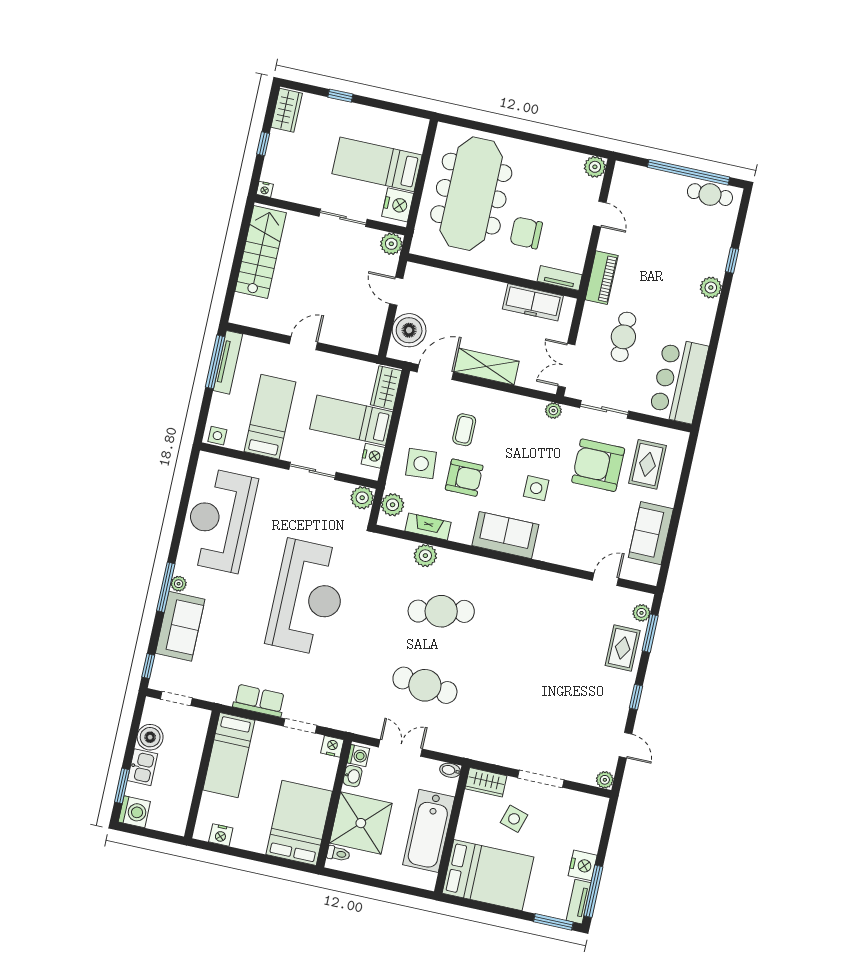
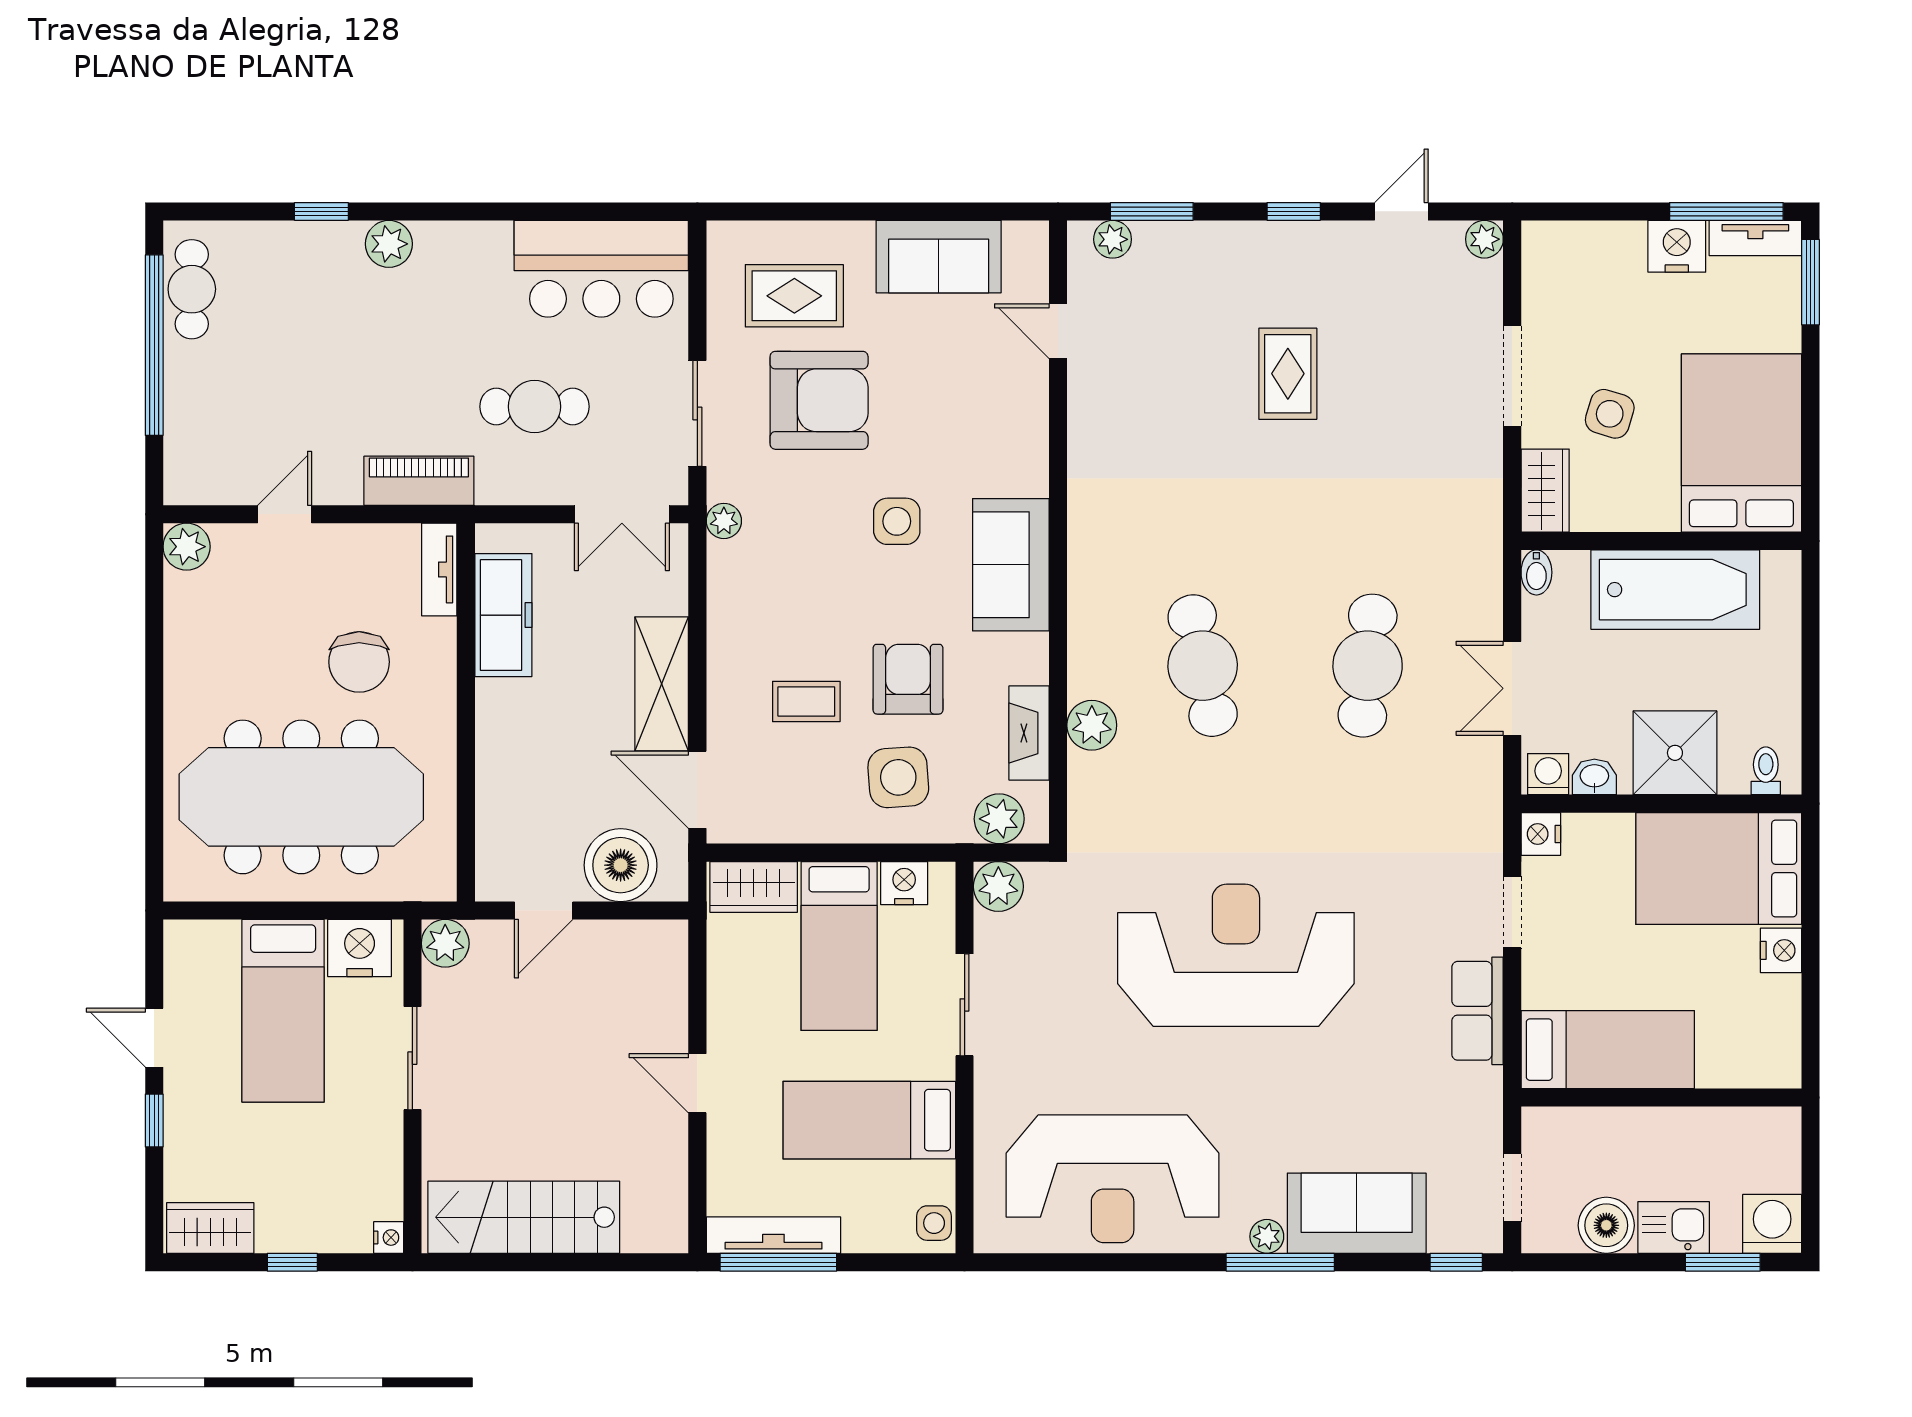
door: (378, 104) -> (154, 1038), added
armchair: (598, 465) -> (819, 400), turned -90
rug: (623, 648) -> (1288, 374), moved, turned 90
shower: (361, 823) -> (1675, 753), width x0.73, depth x0.73
nightstand: (221, 835) -> (1781, 950), moved

